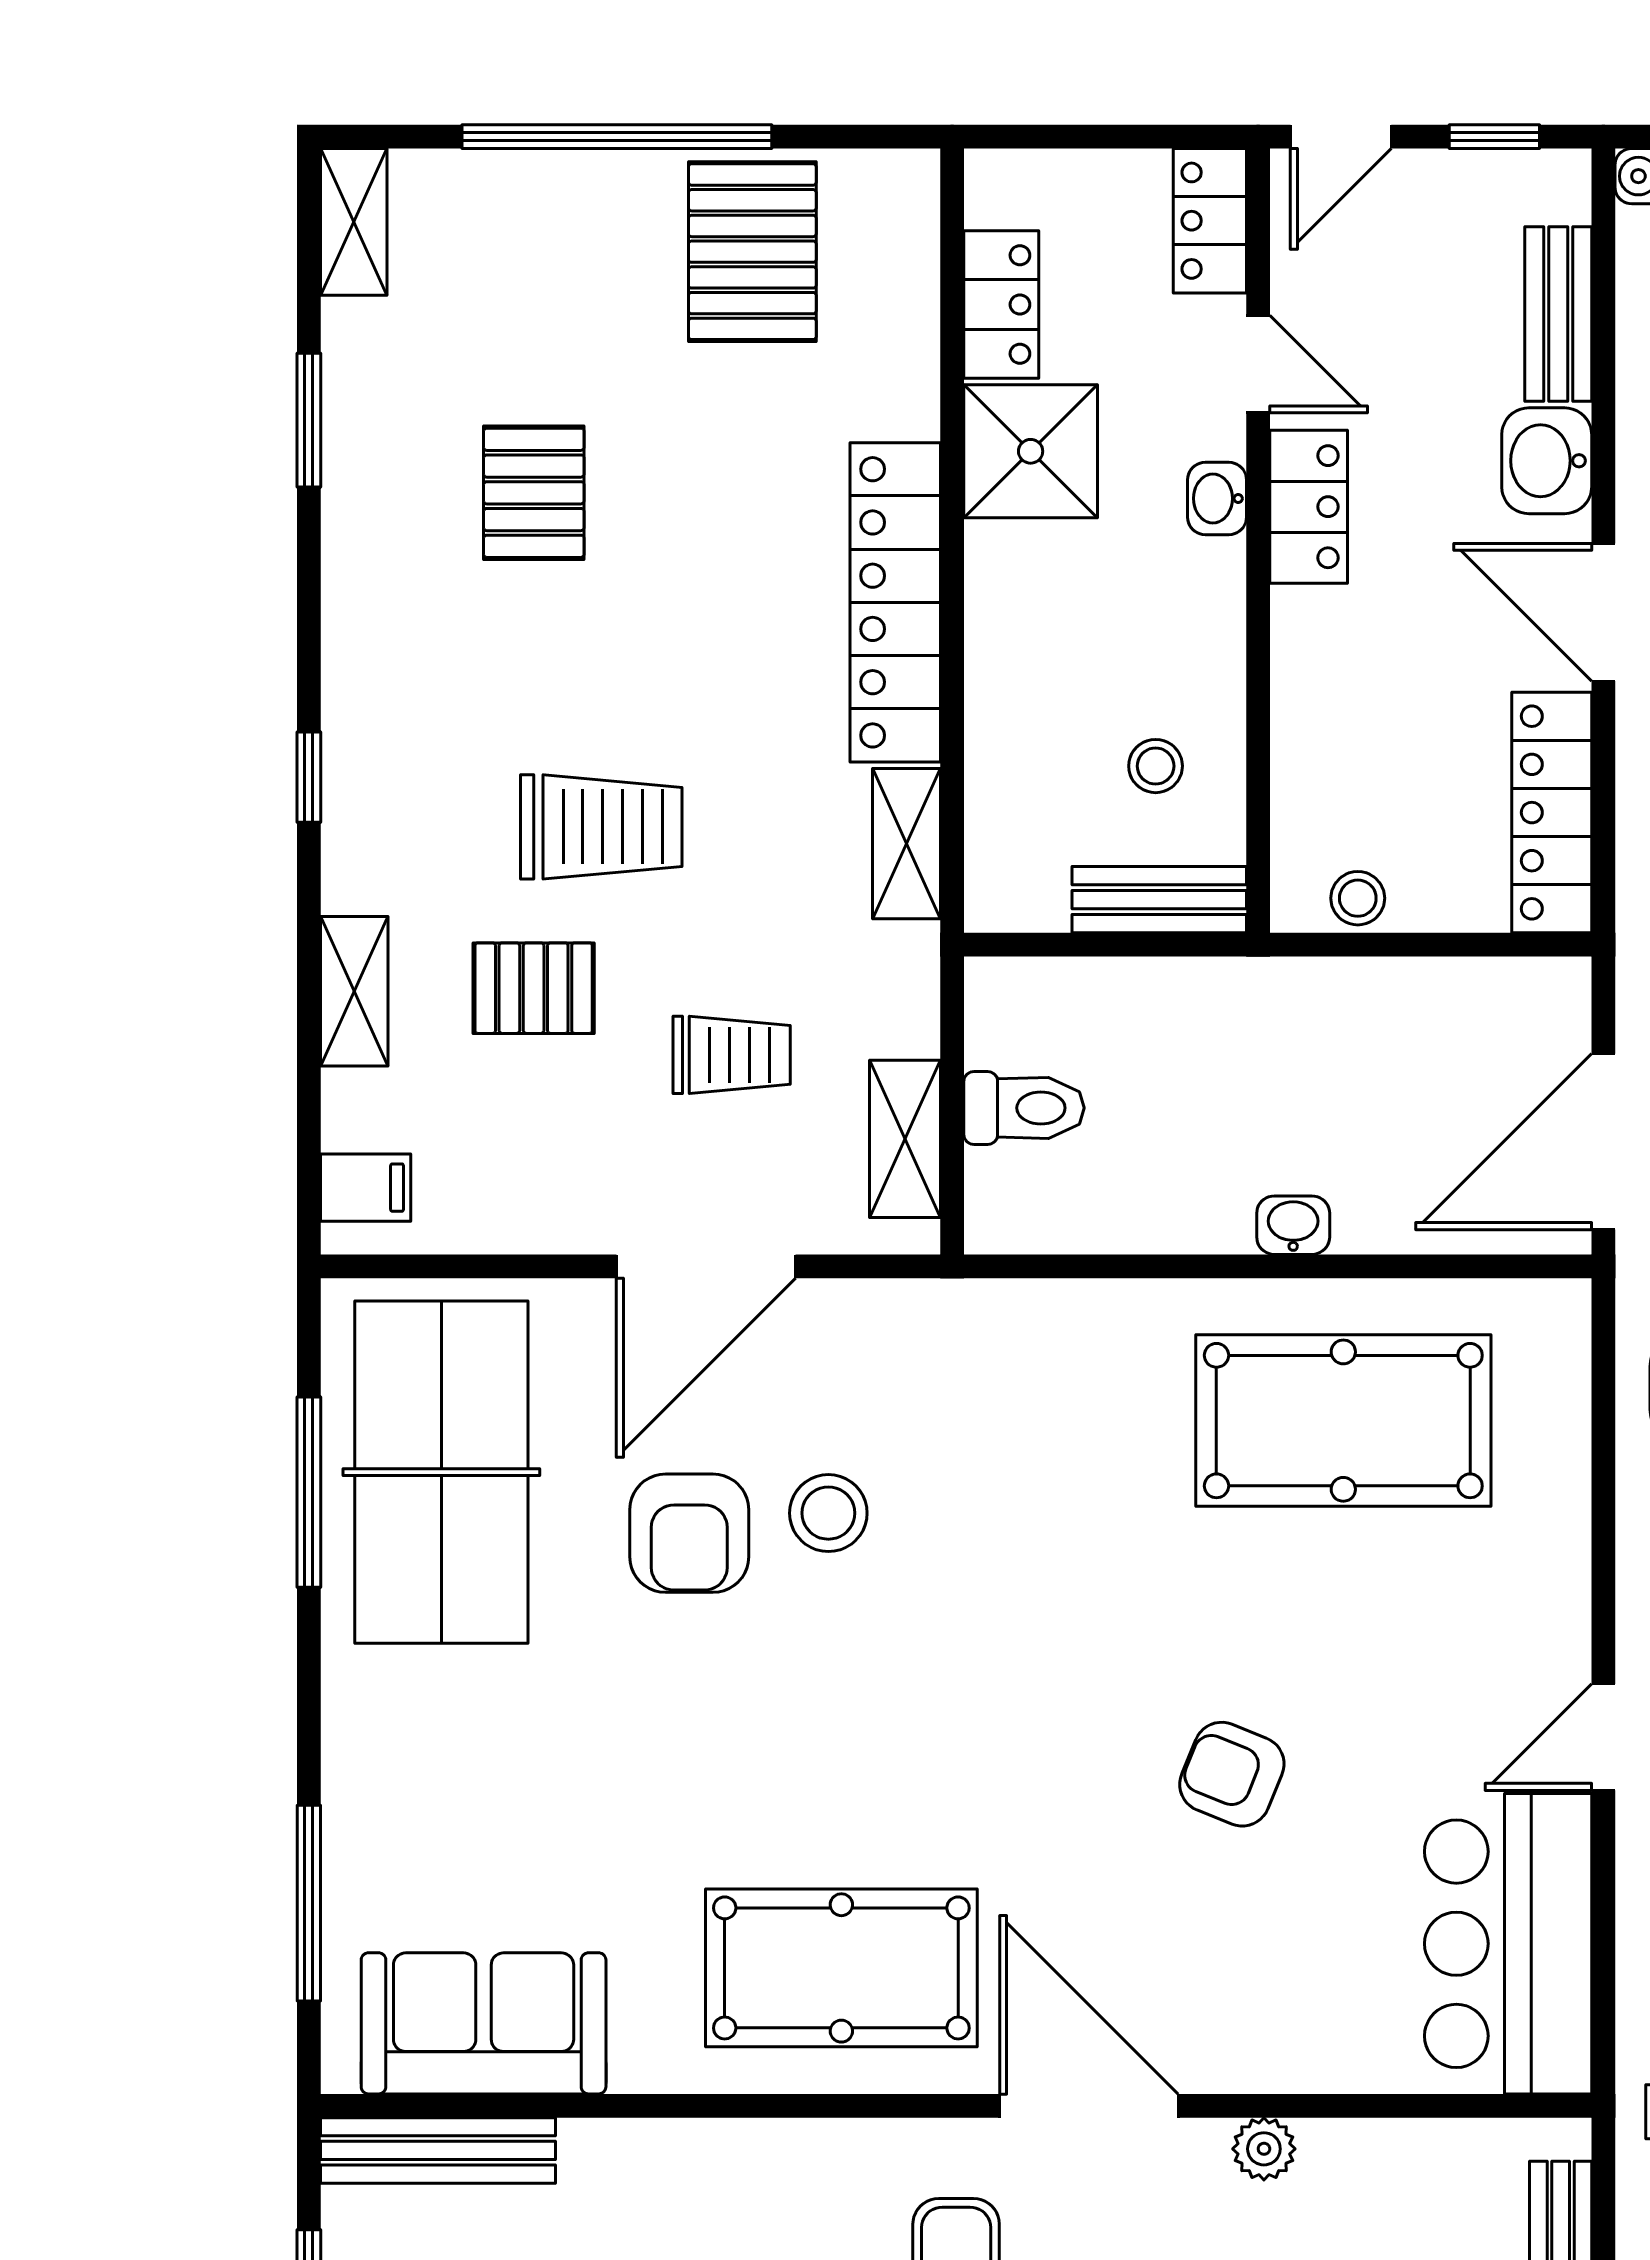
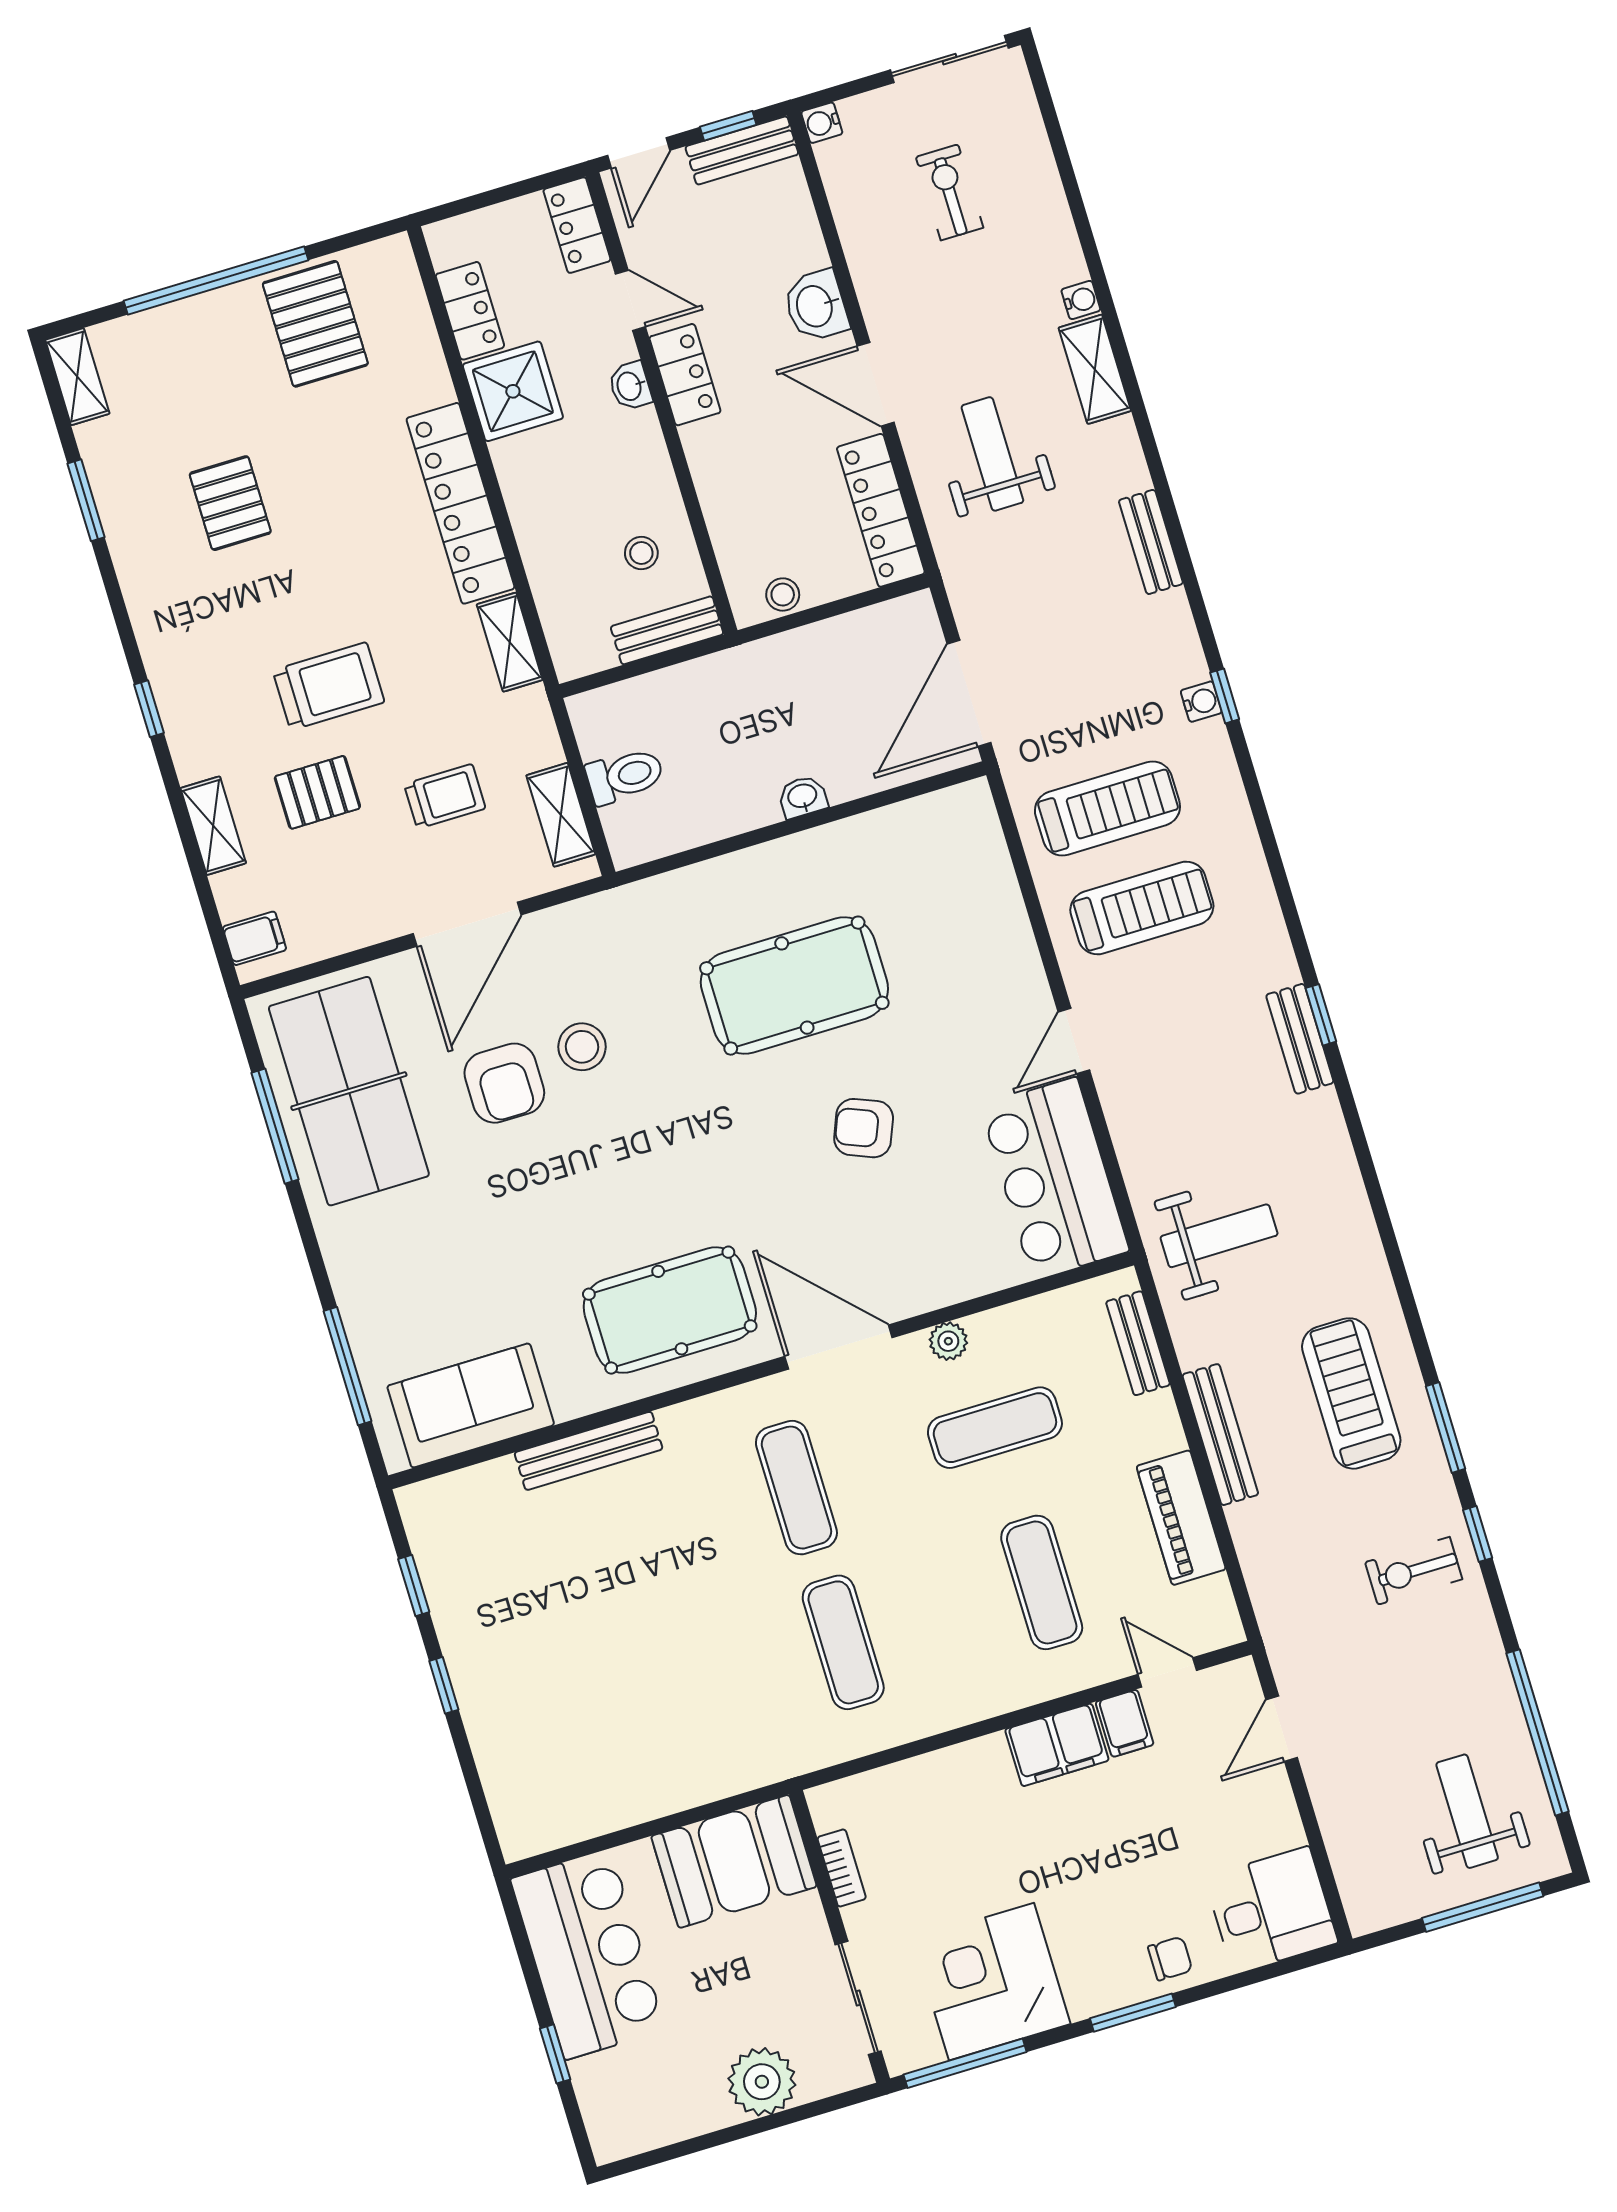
bench: (1558, 314) -> (742, 150), moved, turned 90
pool table: (1343, 1421) -> (794, 986), moved
bench: (438, 2150) -> (589, 1451), moved

